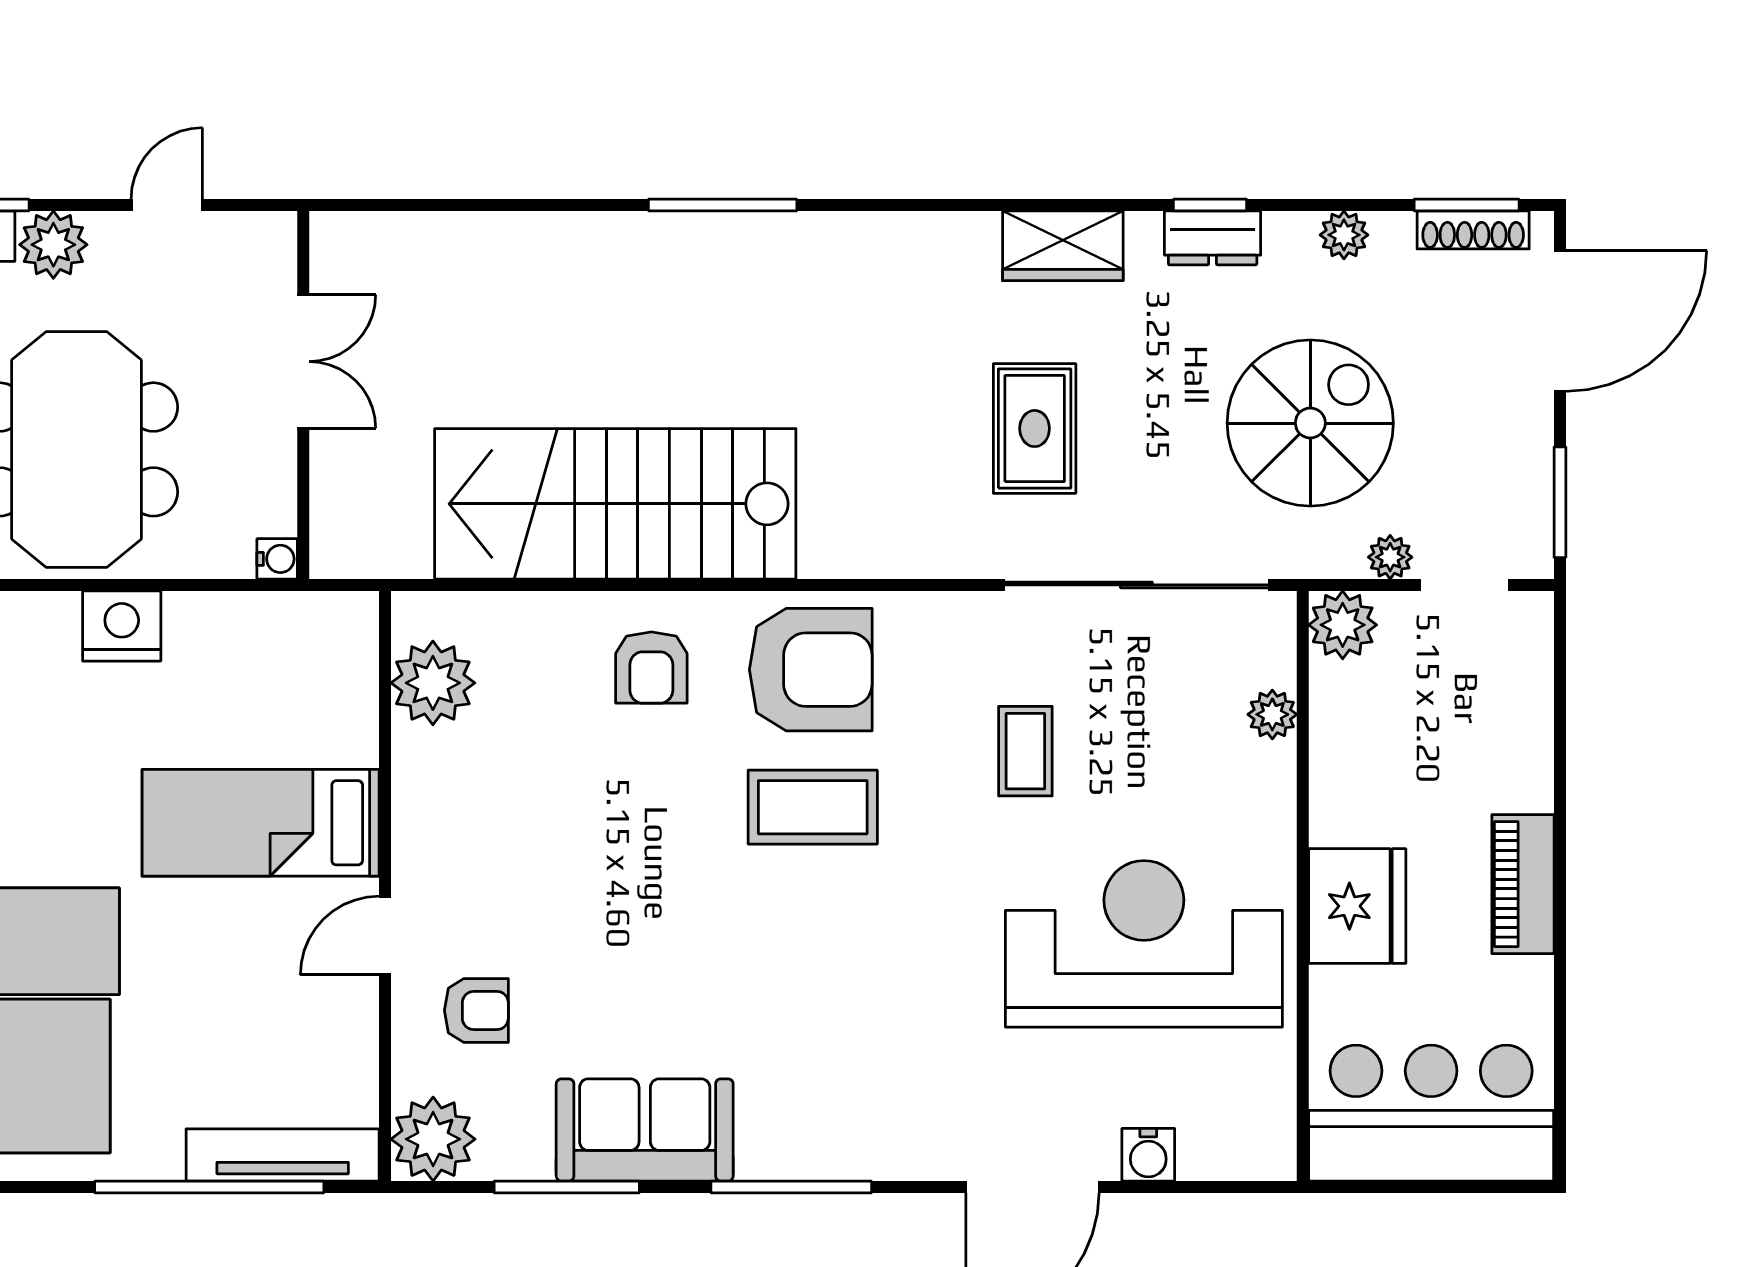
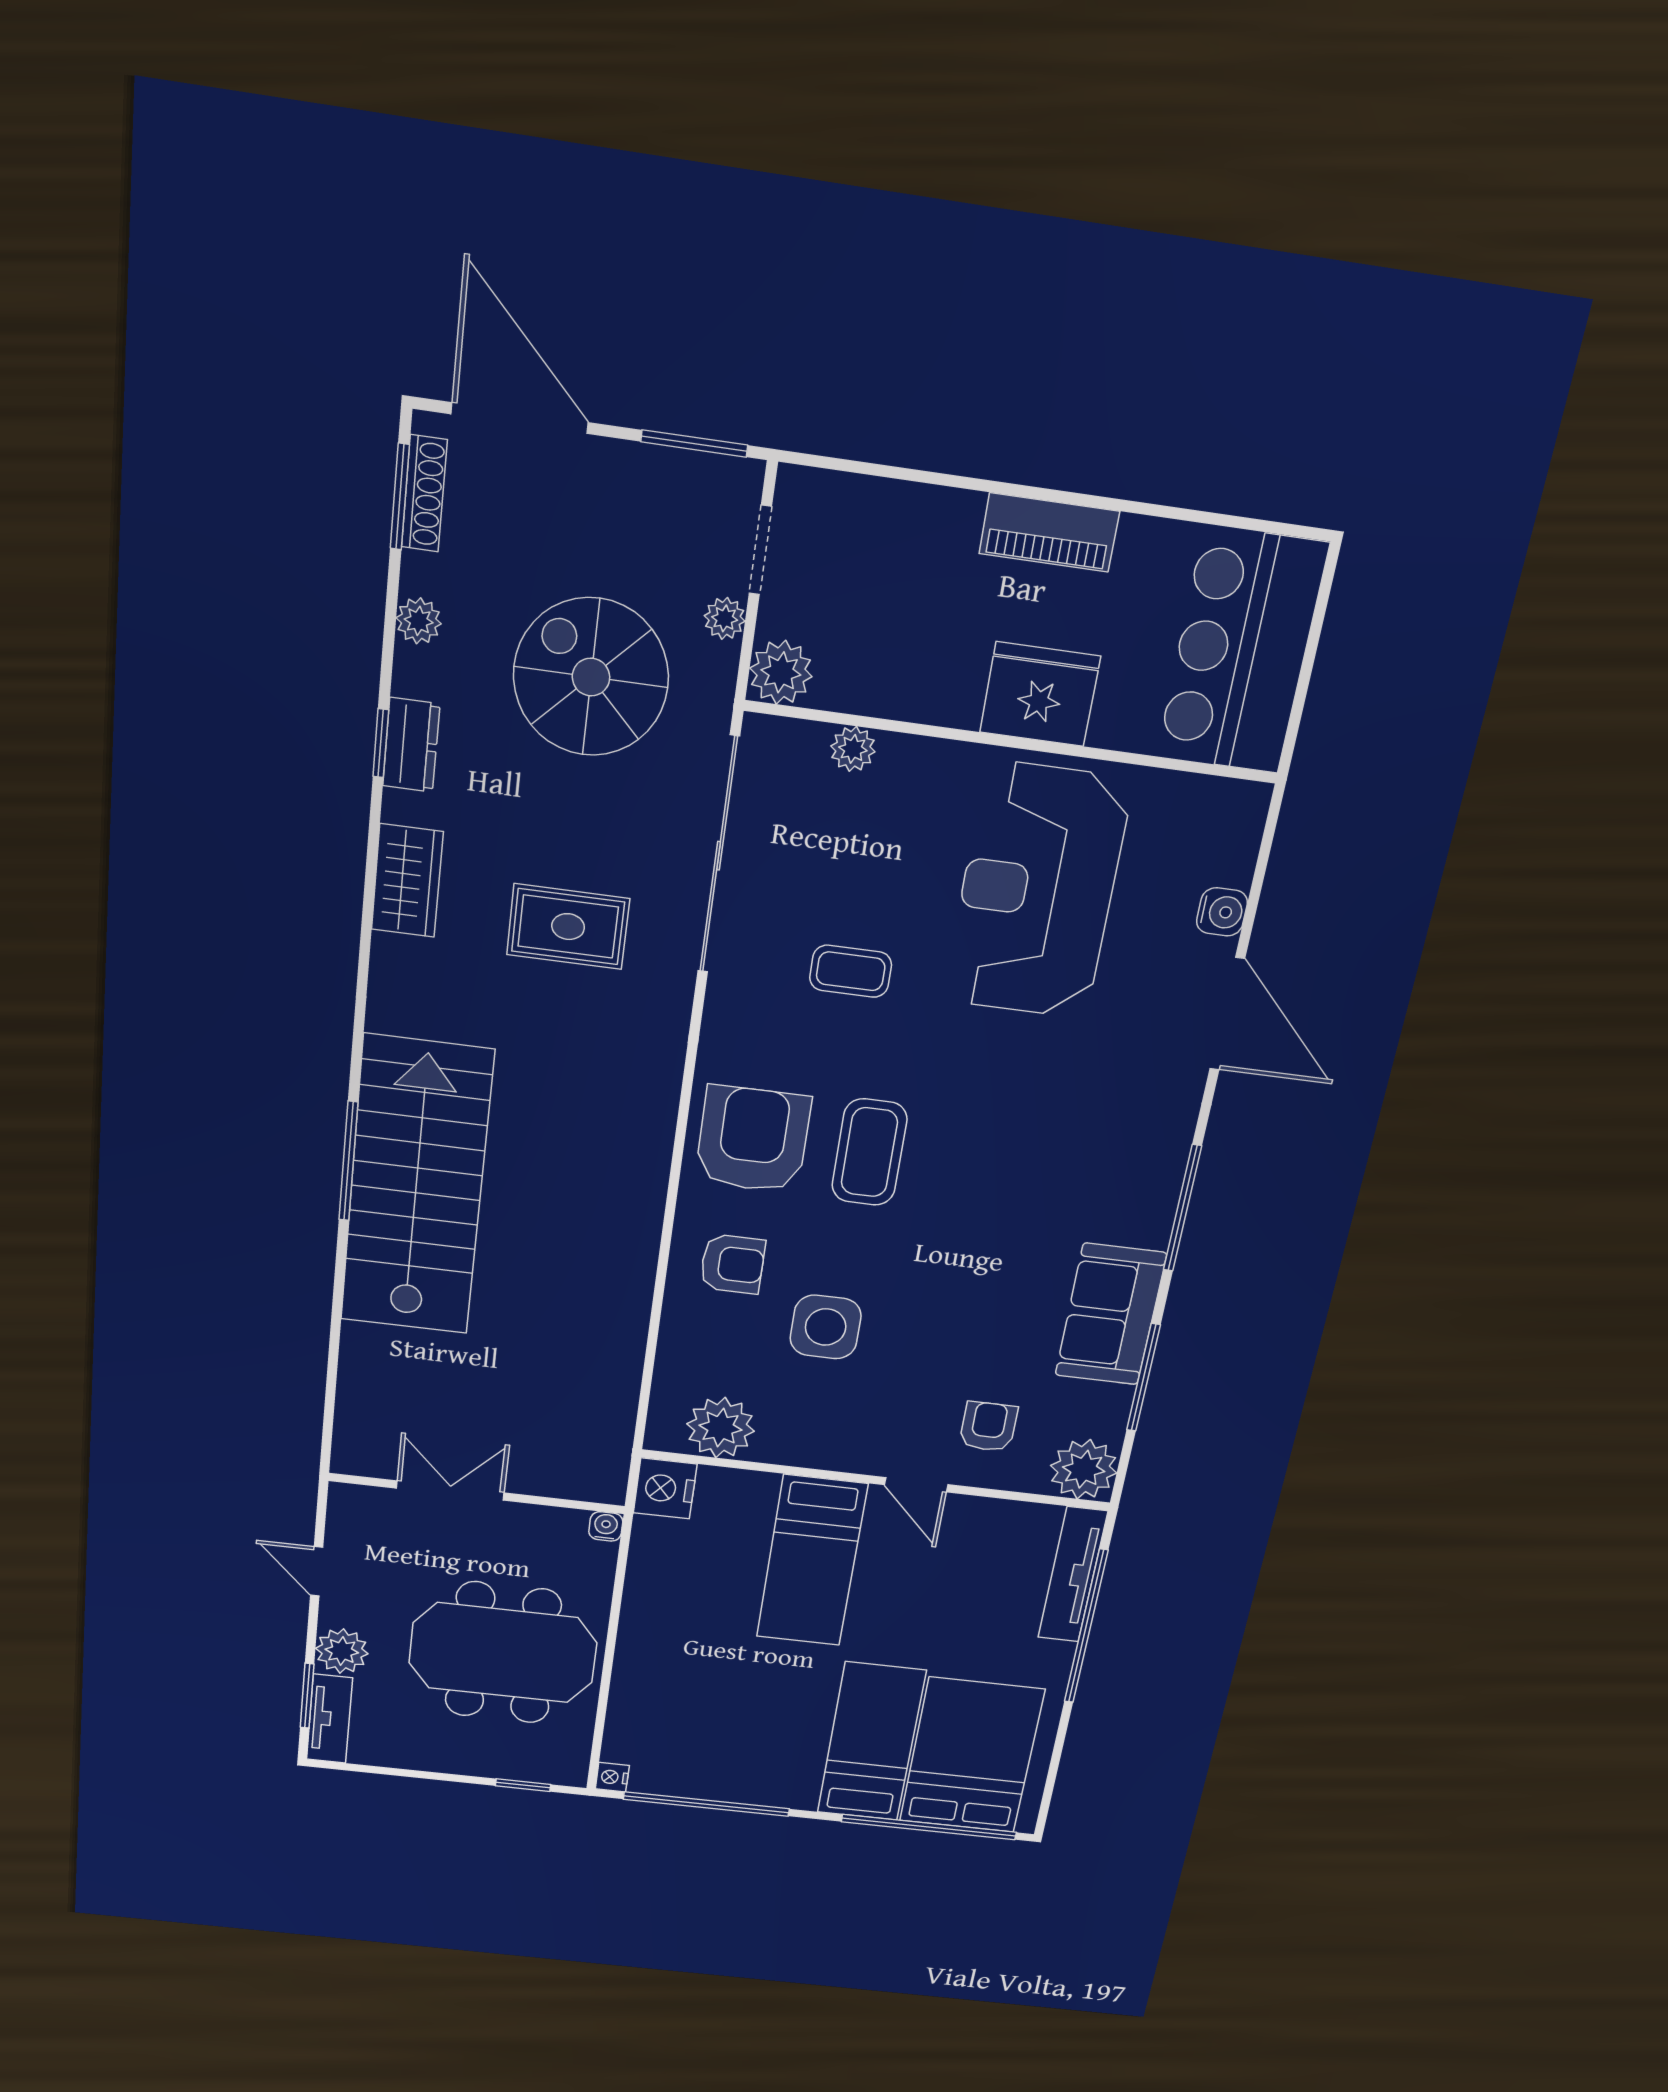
stairs: (615, 504) -> (416, 1187), moved, turned 180
nightstand: (122, 626) -> (665, 1488), moved
side table: (584, 791) -> (826, 1327), added

